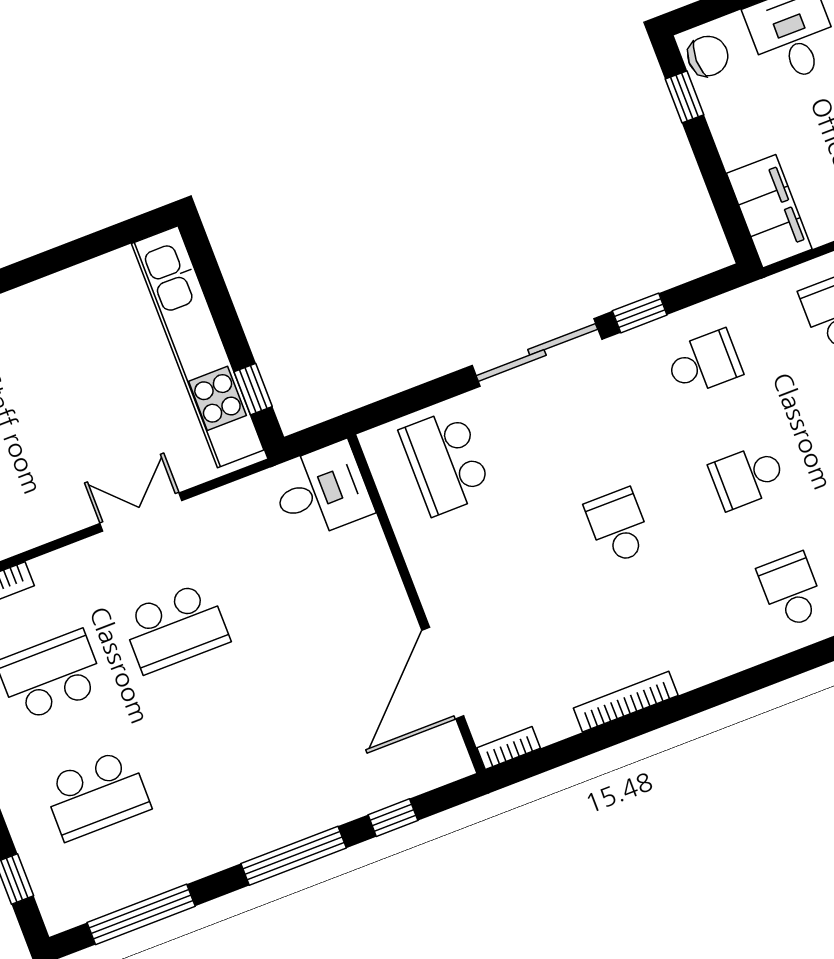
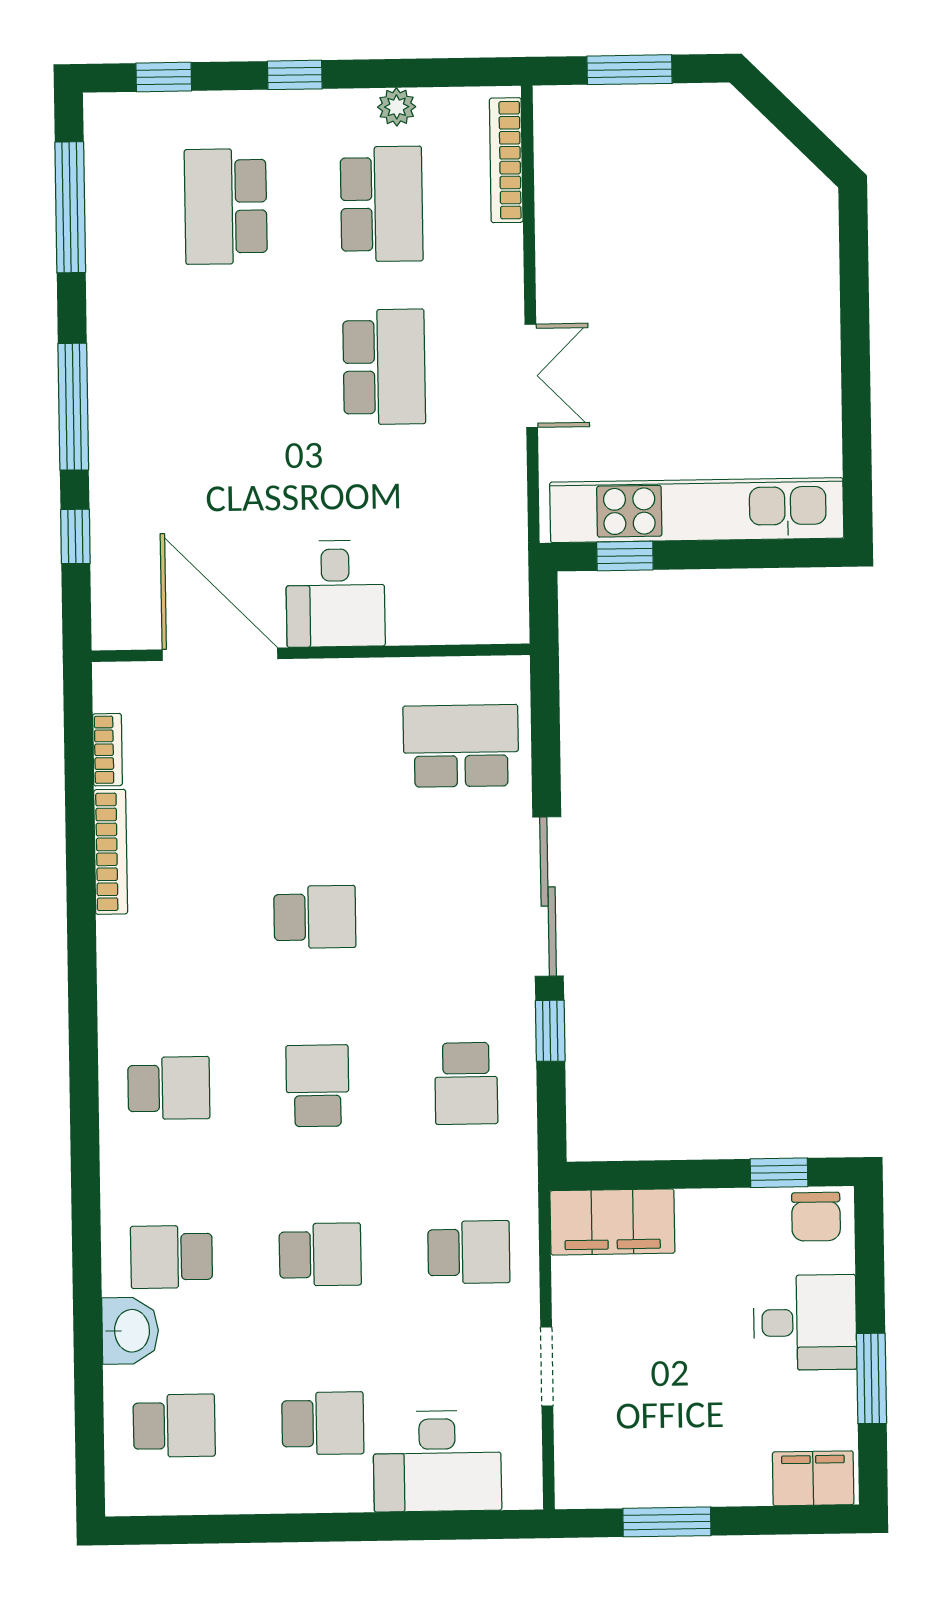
desk: (321, 491) -> (335, 594), moved
school desk: (175, 628) -> (384, 367), turned 180
bookcase: (509, 748) -> (107, 750), moved

